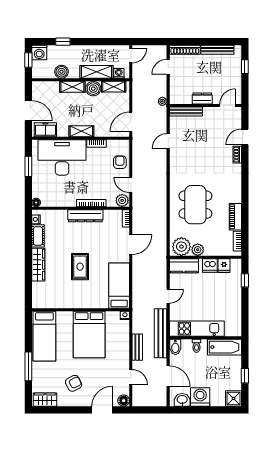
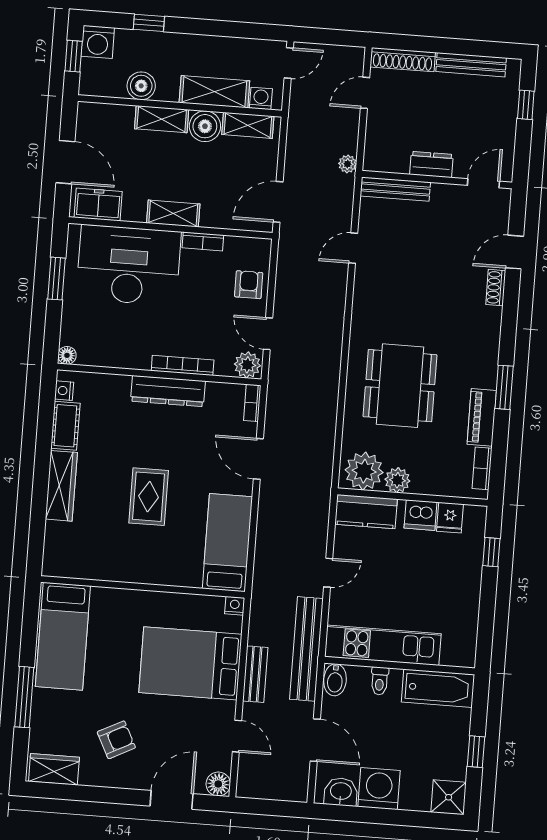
window: (245, 202) -> (504, 387), added
door: (131, 245) -> (258, 459), swing flipped
bed: (89, 335) -> (190, 663), moved, turned 90

